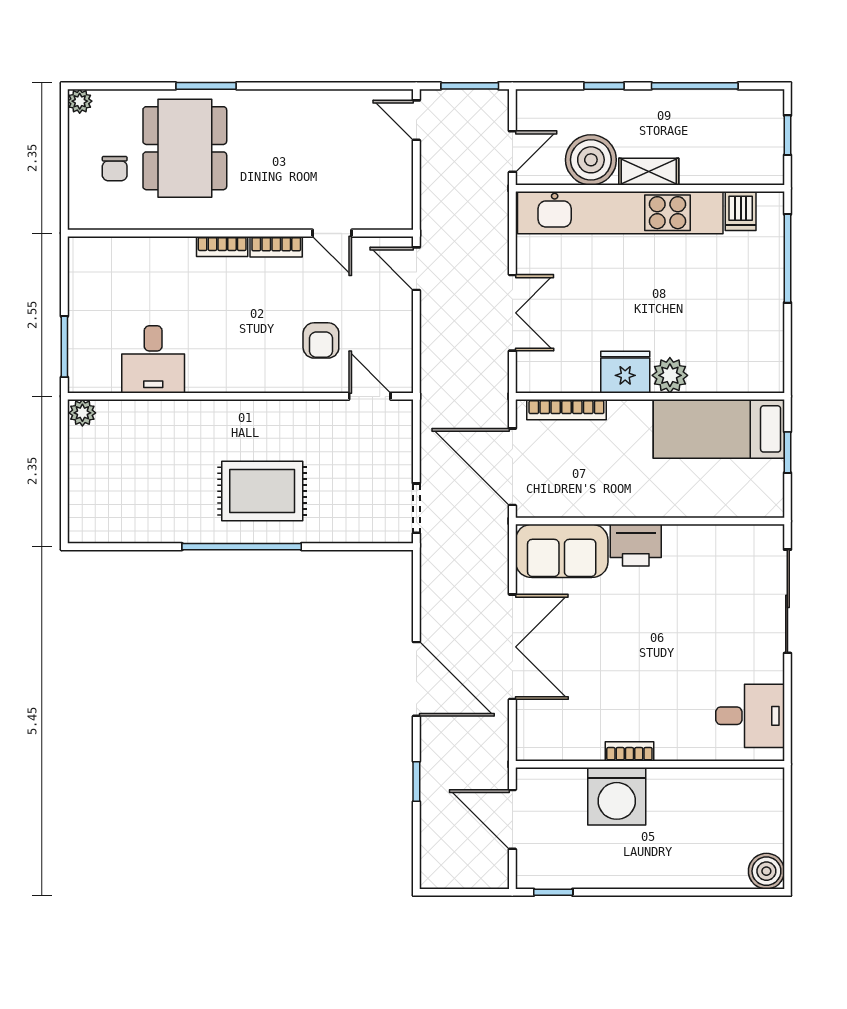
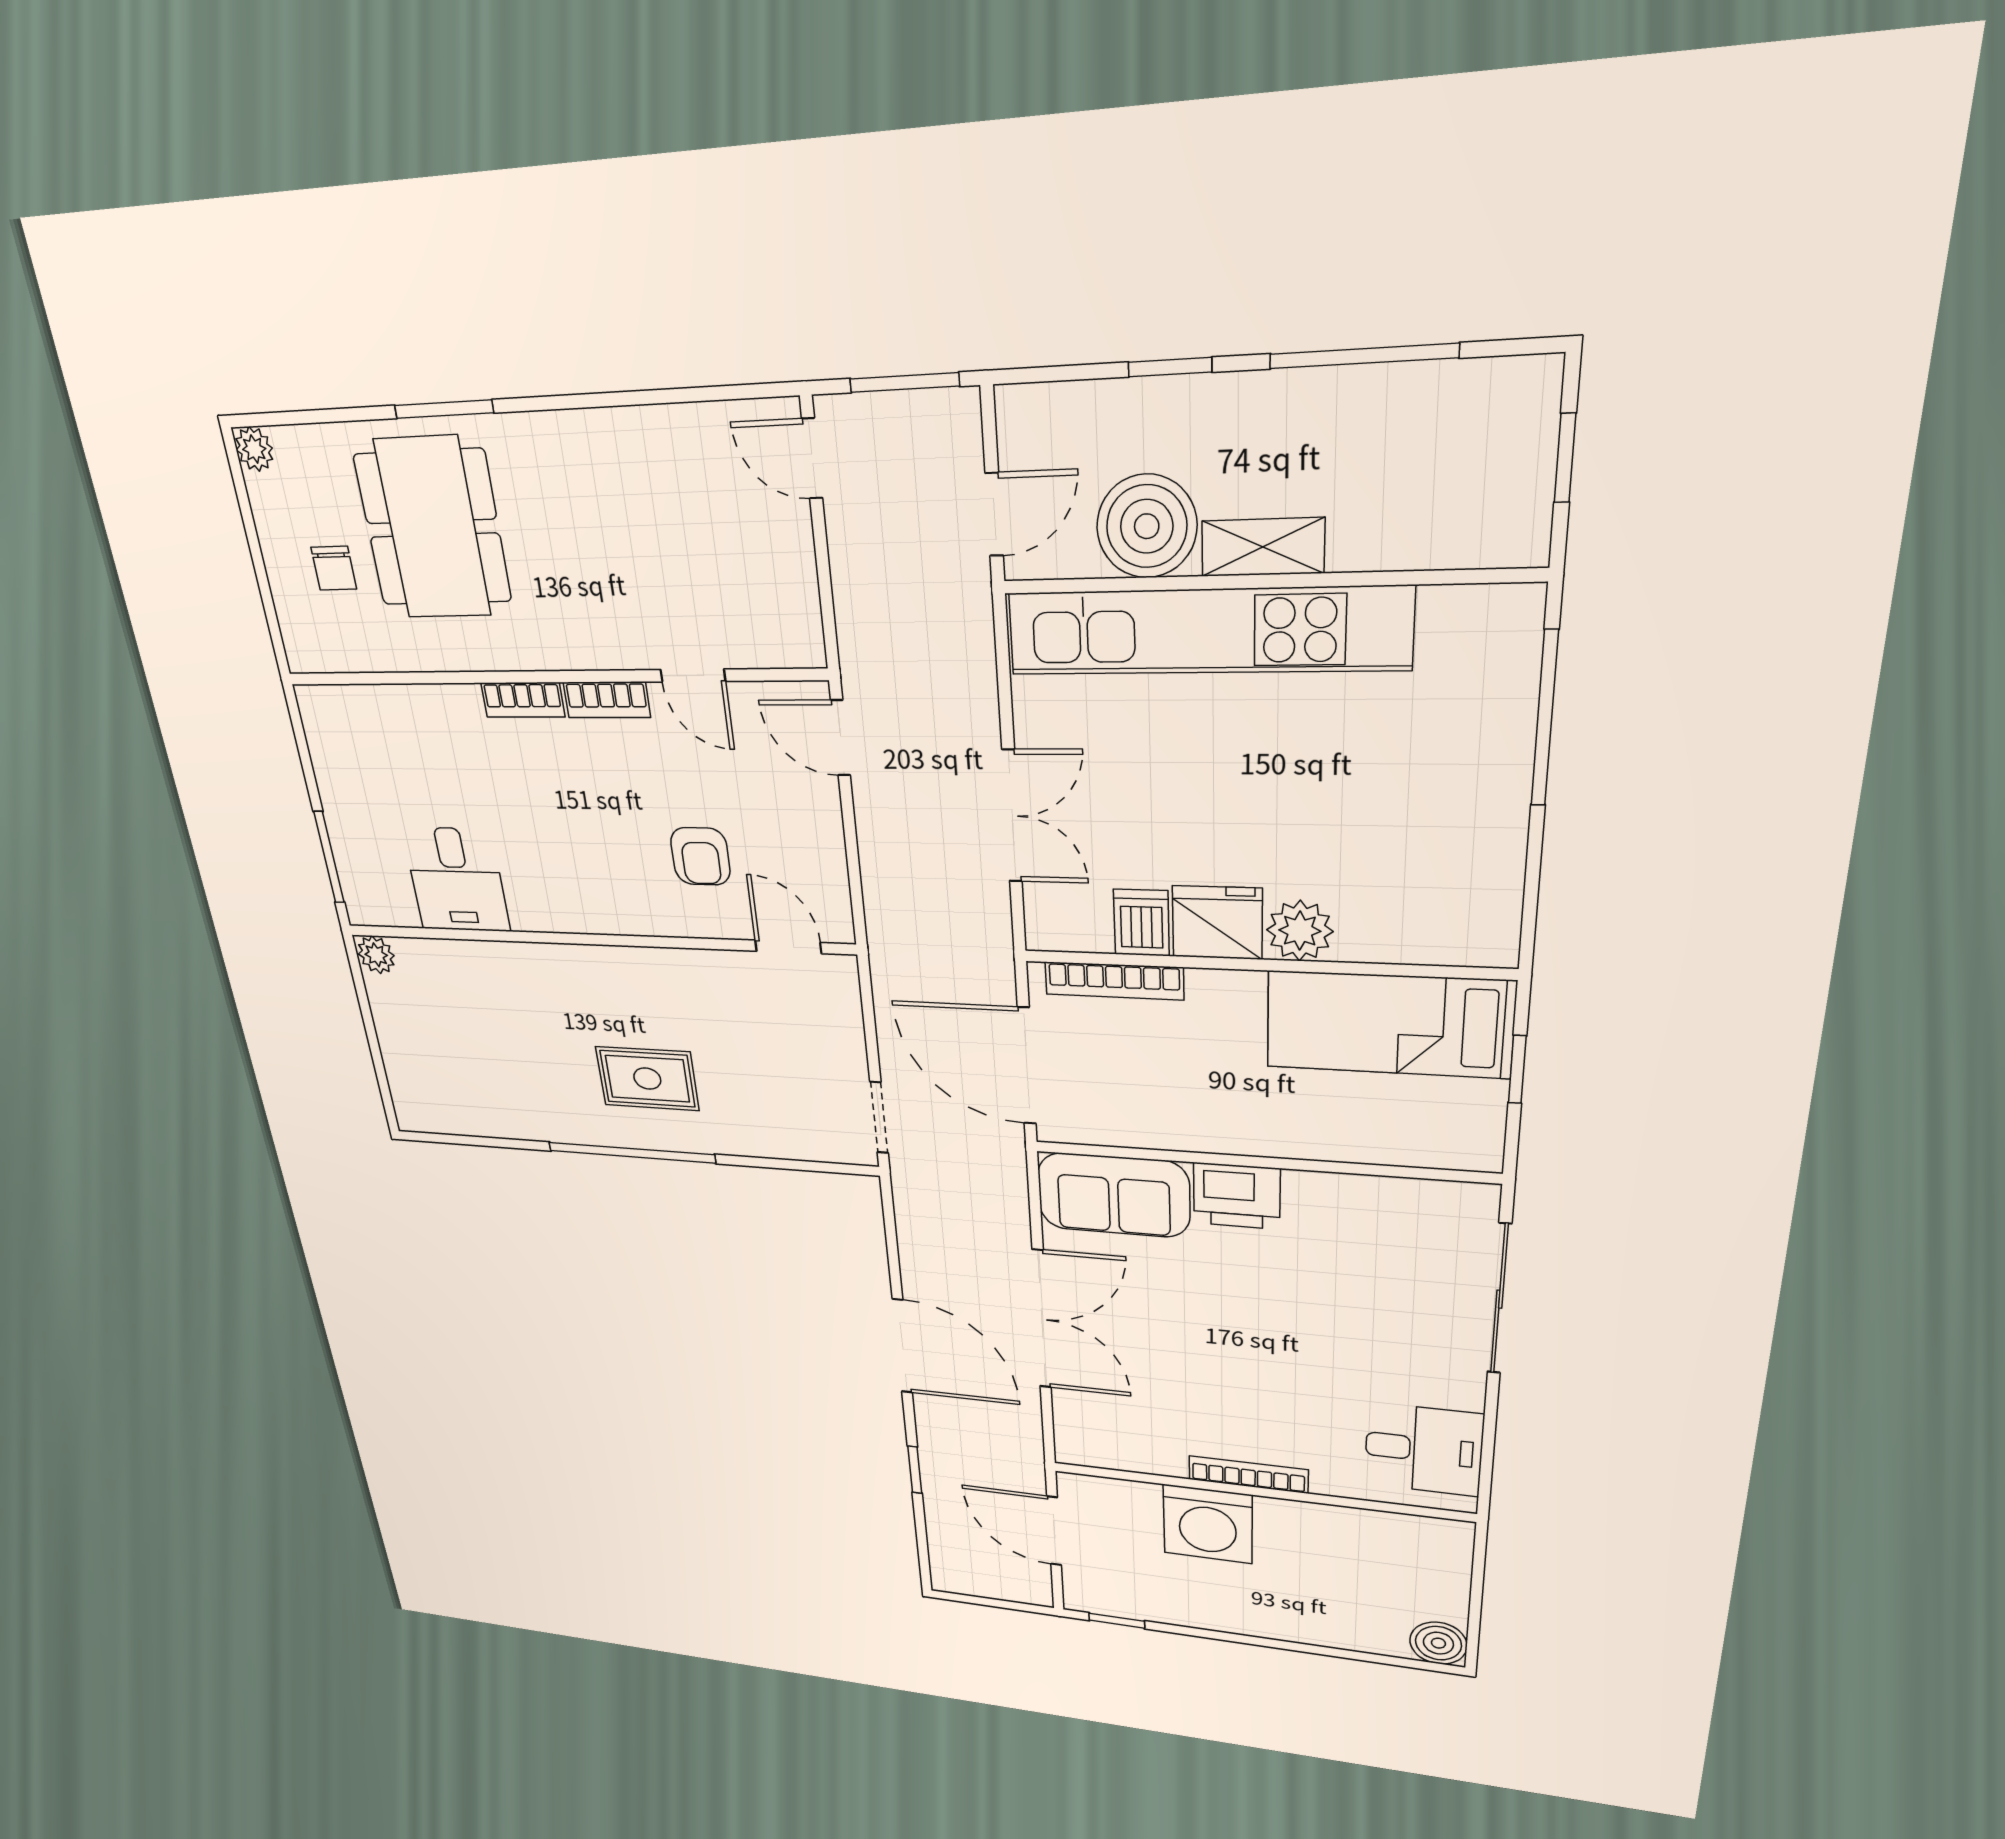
dishwasher: (741, 211) -> (1141, 923), moved, turned 180
rug: (262, 491) -> (647, 1079), width x0.73, depth x0.70
bookcase: (629, 751) -> (1248, 1474), width x1.56

